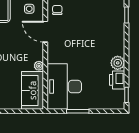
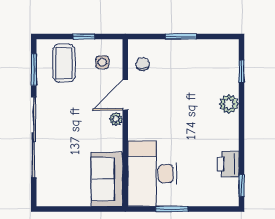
door: (45, 32) -> (125, 95), hinge flipped
plant: (118, 63) -> (229, 104), moved
plant: (39, 66) -> (116, 119), moved

